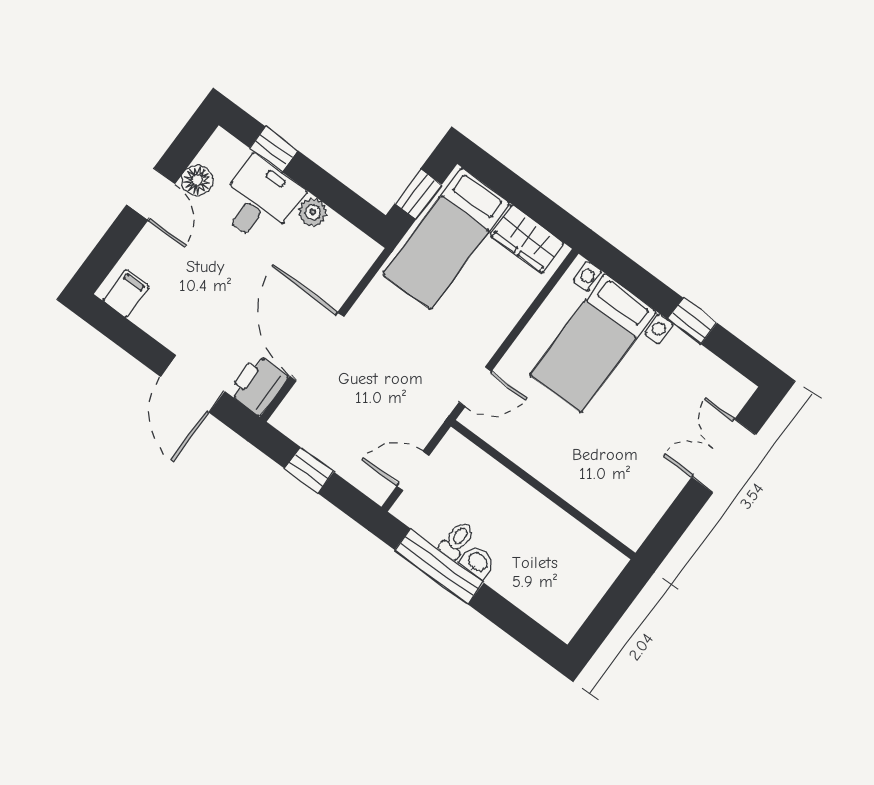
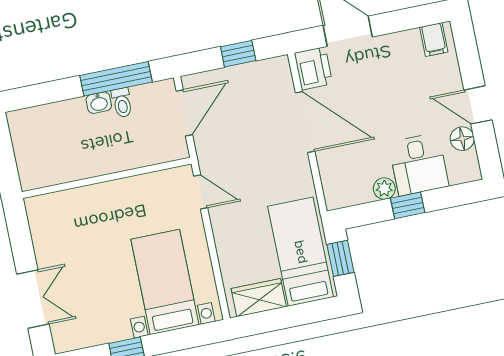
window: (274, 149) -> (408, 205), moved
door: (475, 387) -> (201, 192), swing flipped
door: (413, 471) -> (184, 113), width x1.38

